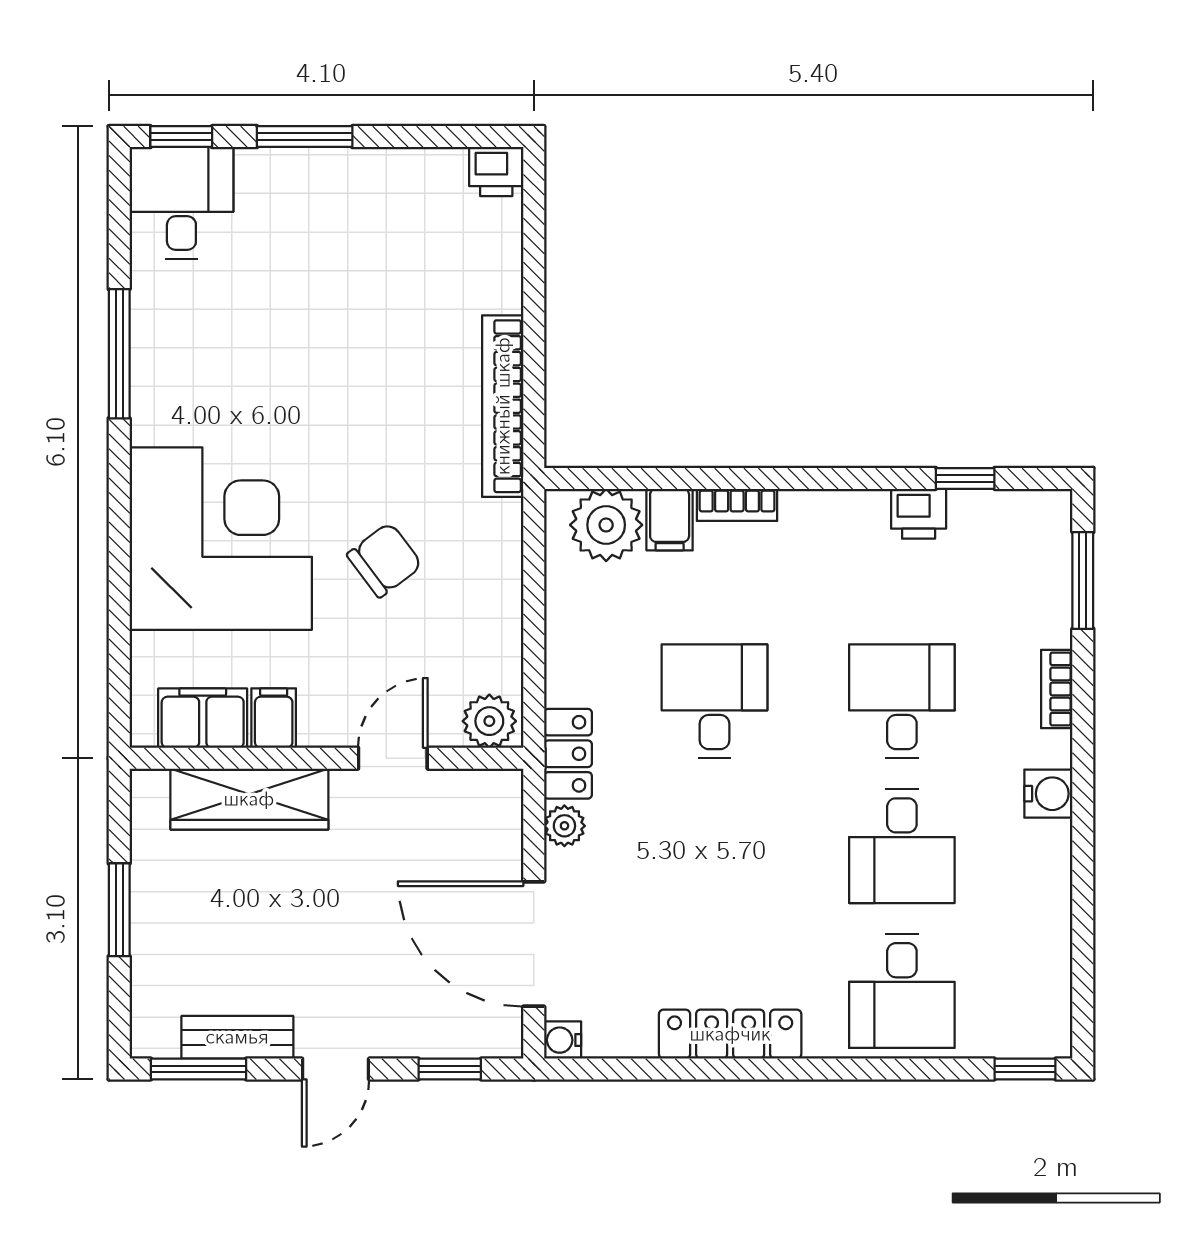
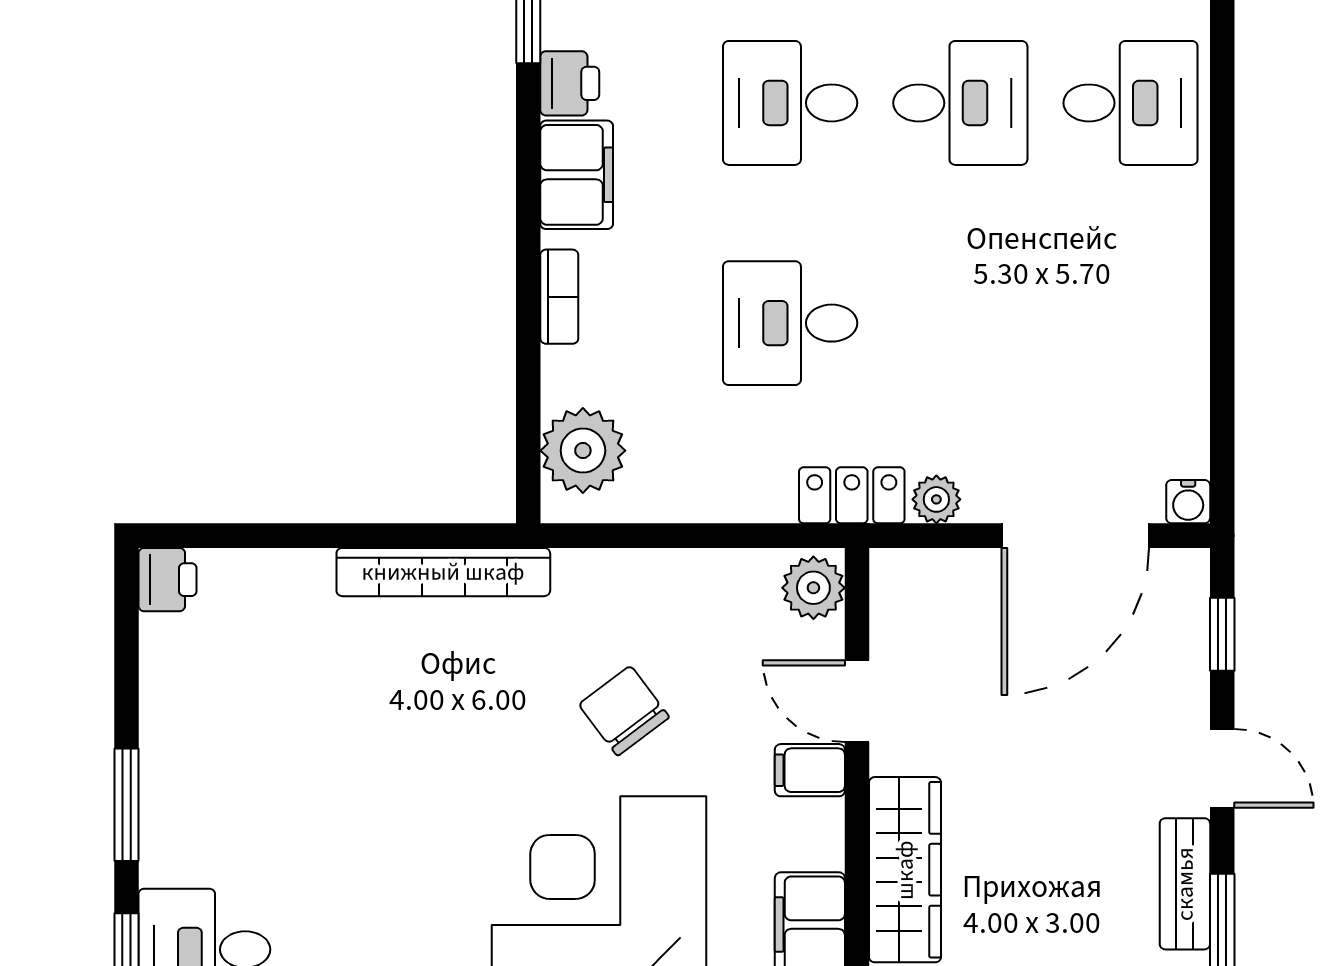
filing cabinet: (670, 520) -> (577, 175), moved, width x2.00
filing cabinet: (274, 718) -> (810, 770), moved
locker: (730, 1034) -> (1181, 305), removed

